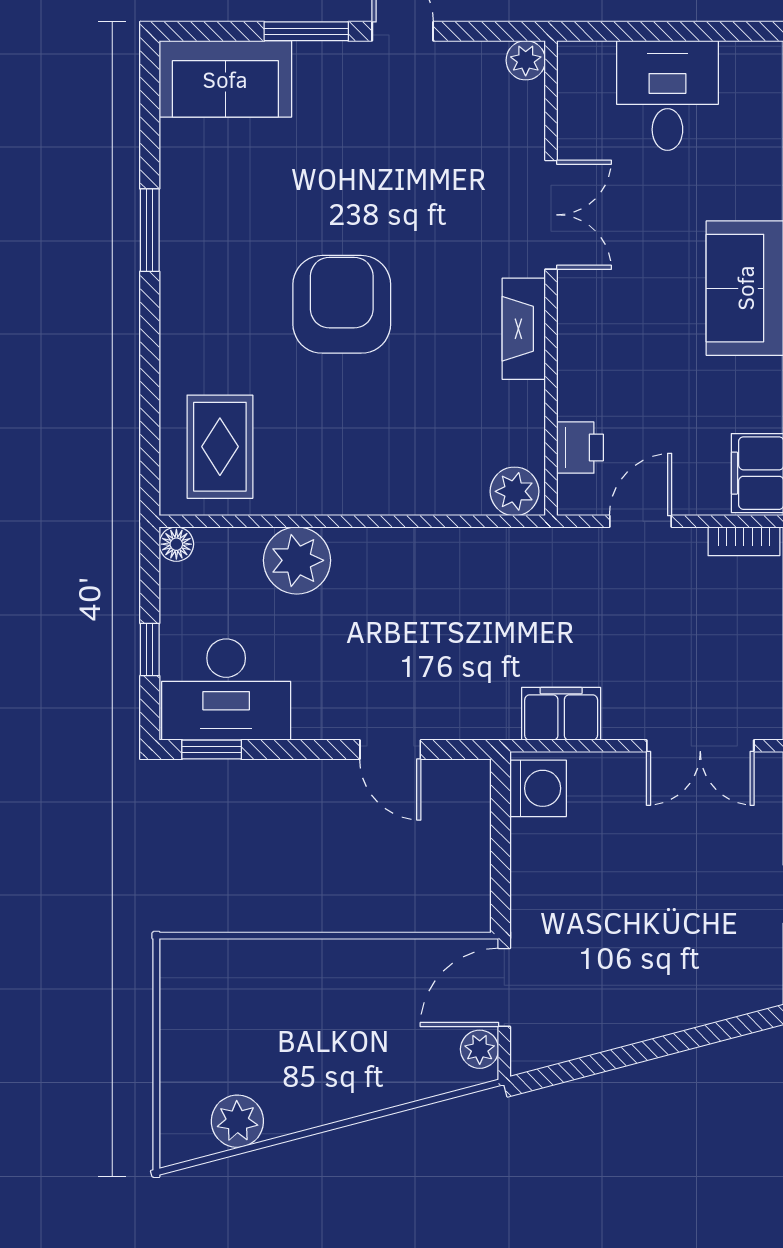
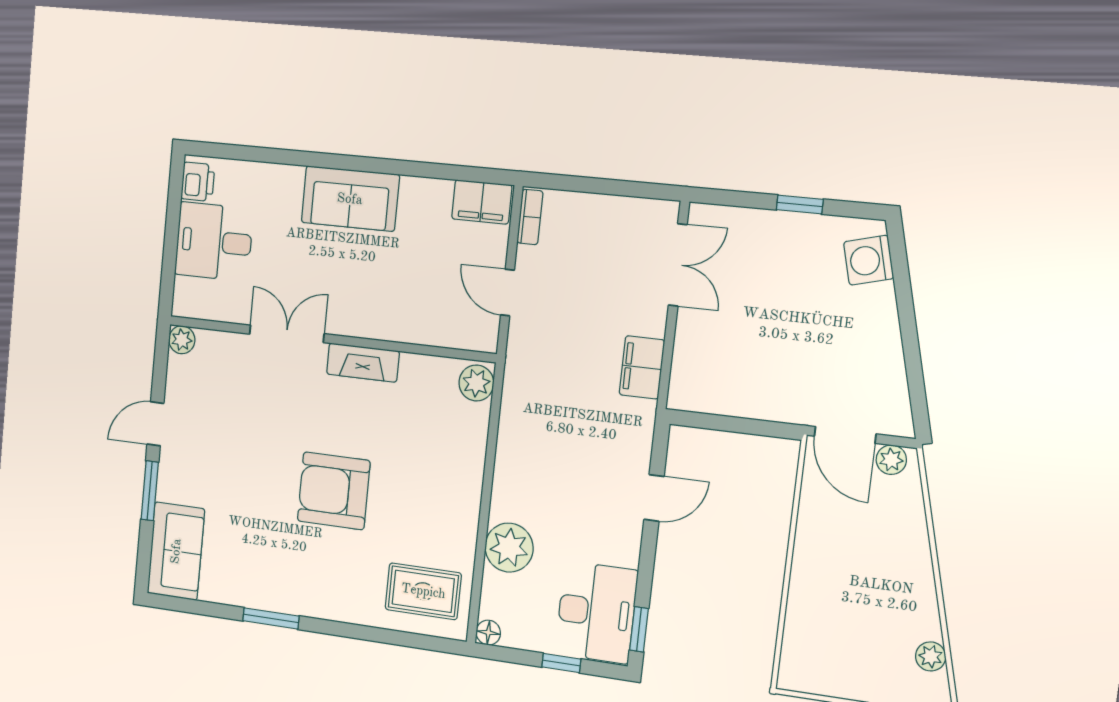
printer: (580, 448) -> (198, 182), moved, turned 90
washing machine: (538, 788) -> (869, 260), moved, turned -105
plant: (237, 1121) -> (931, 656), width x0.73, depth x0.73

